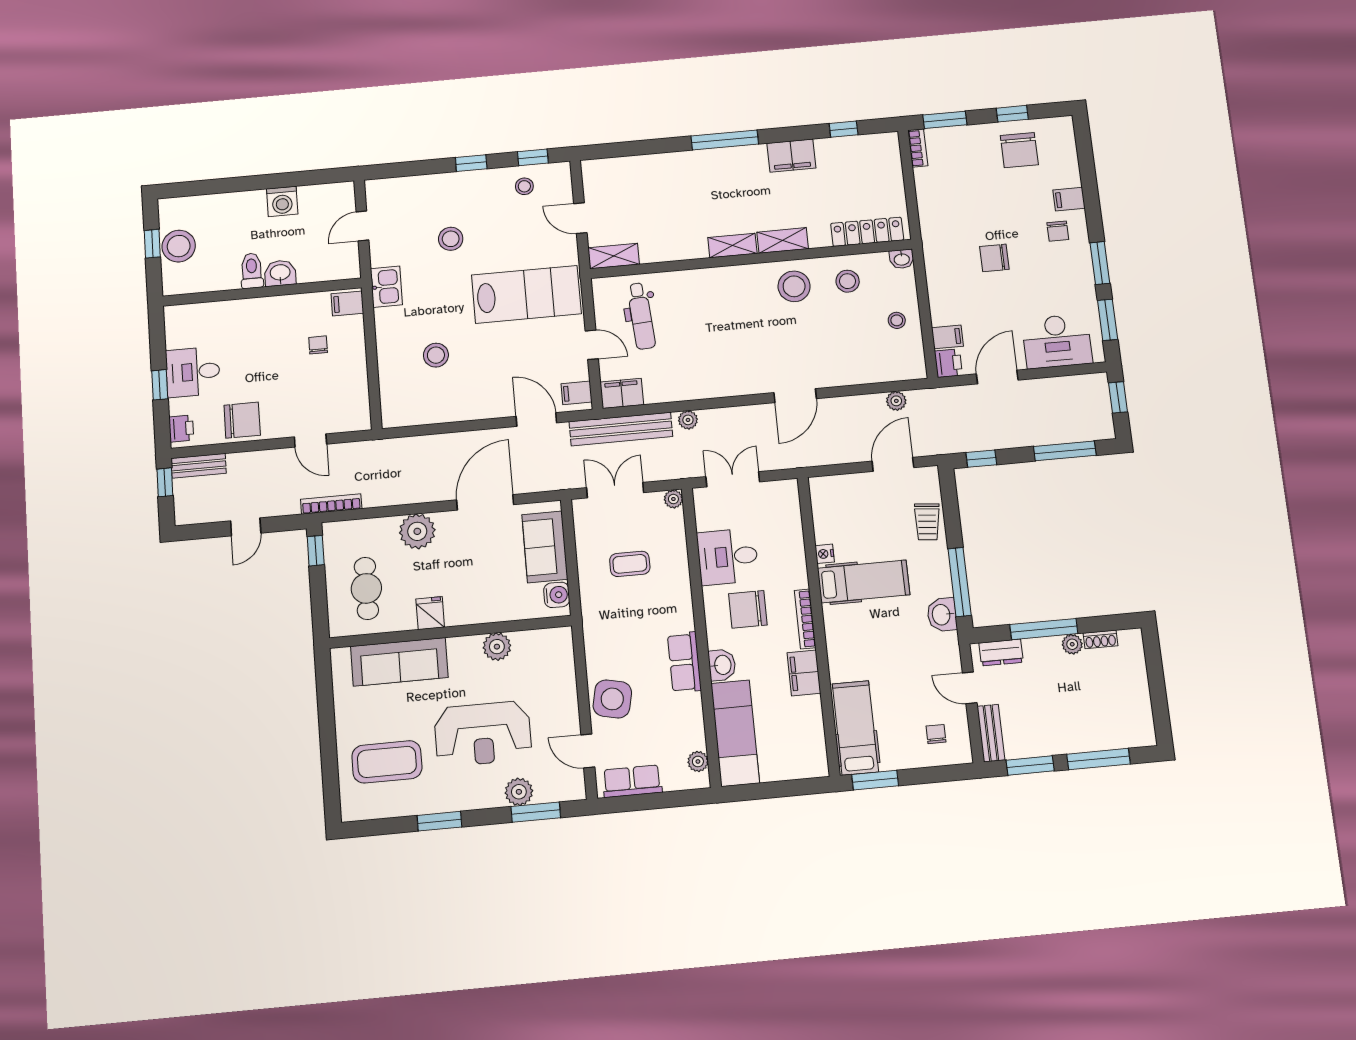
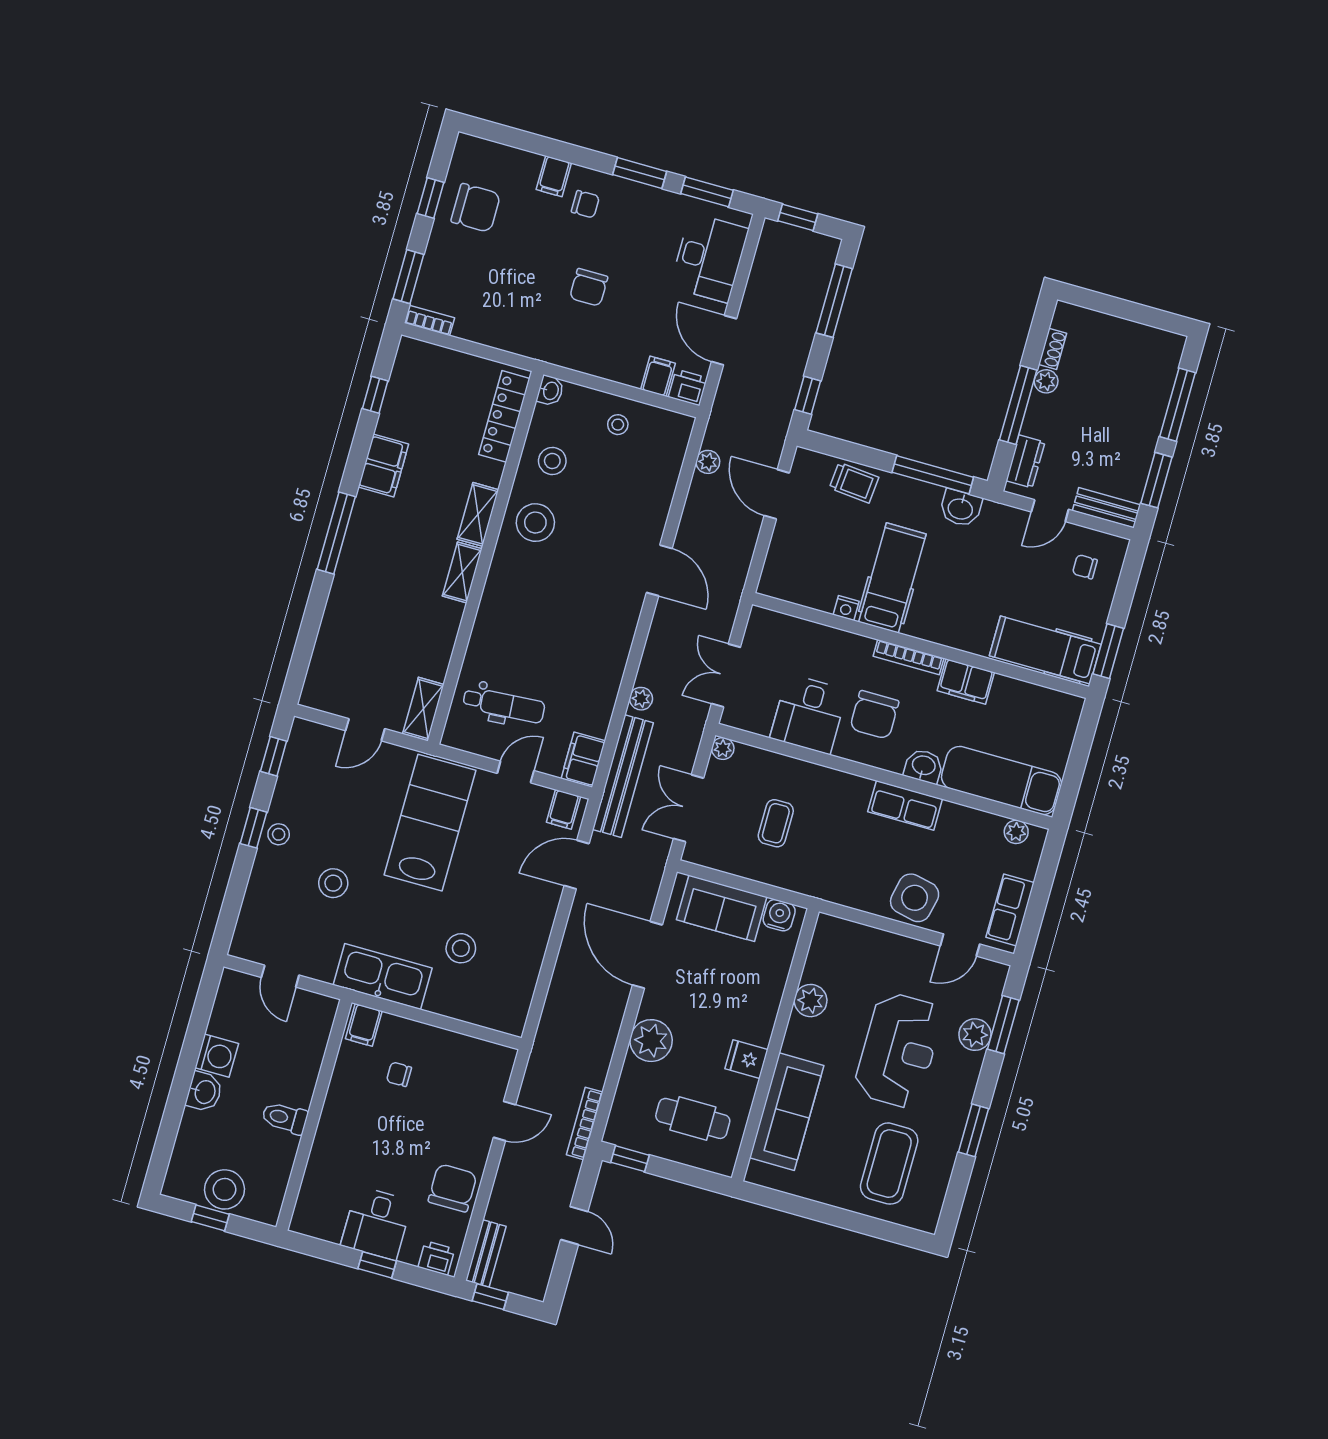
stool: (524, 186) -> (279, 834), moved
washbasin: (280, 273) -> (204, 1092), moved, turned 180
kitchen sink: (386, 287) -> (383, 976), width x1.87, depth x1.24

